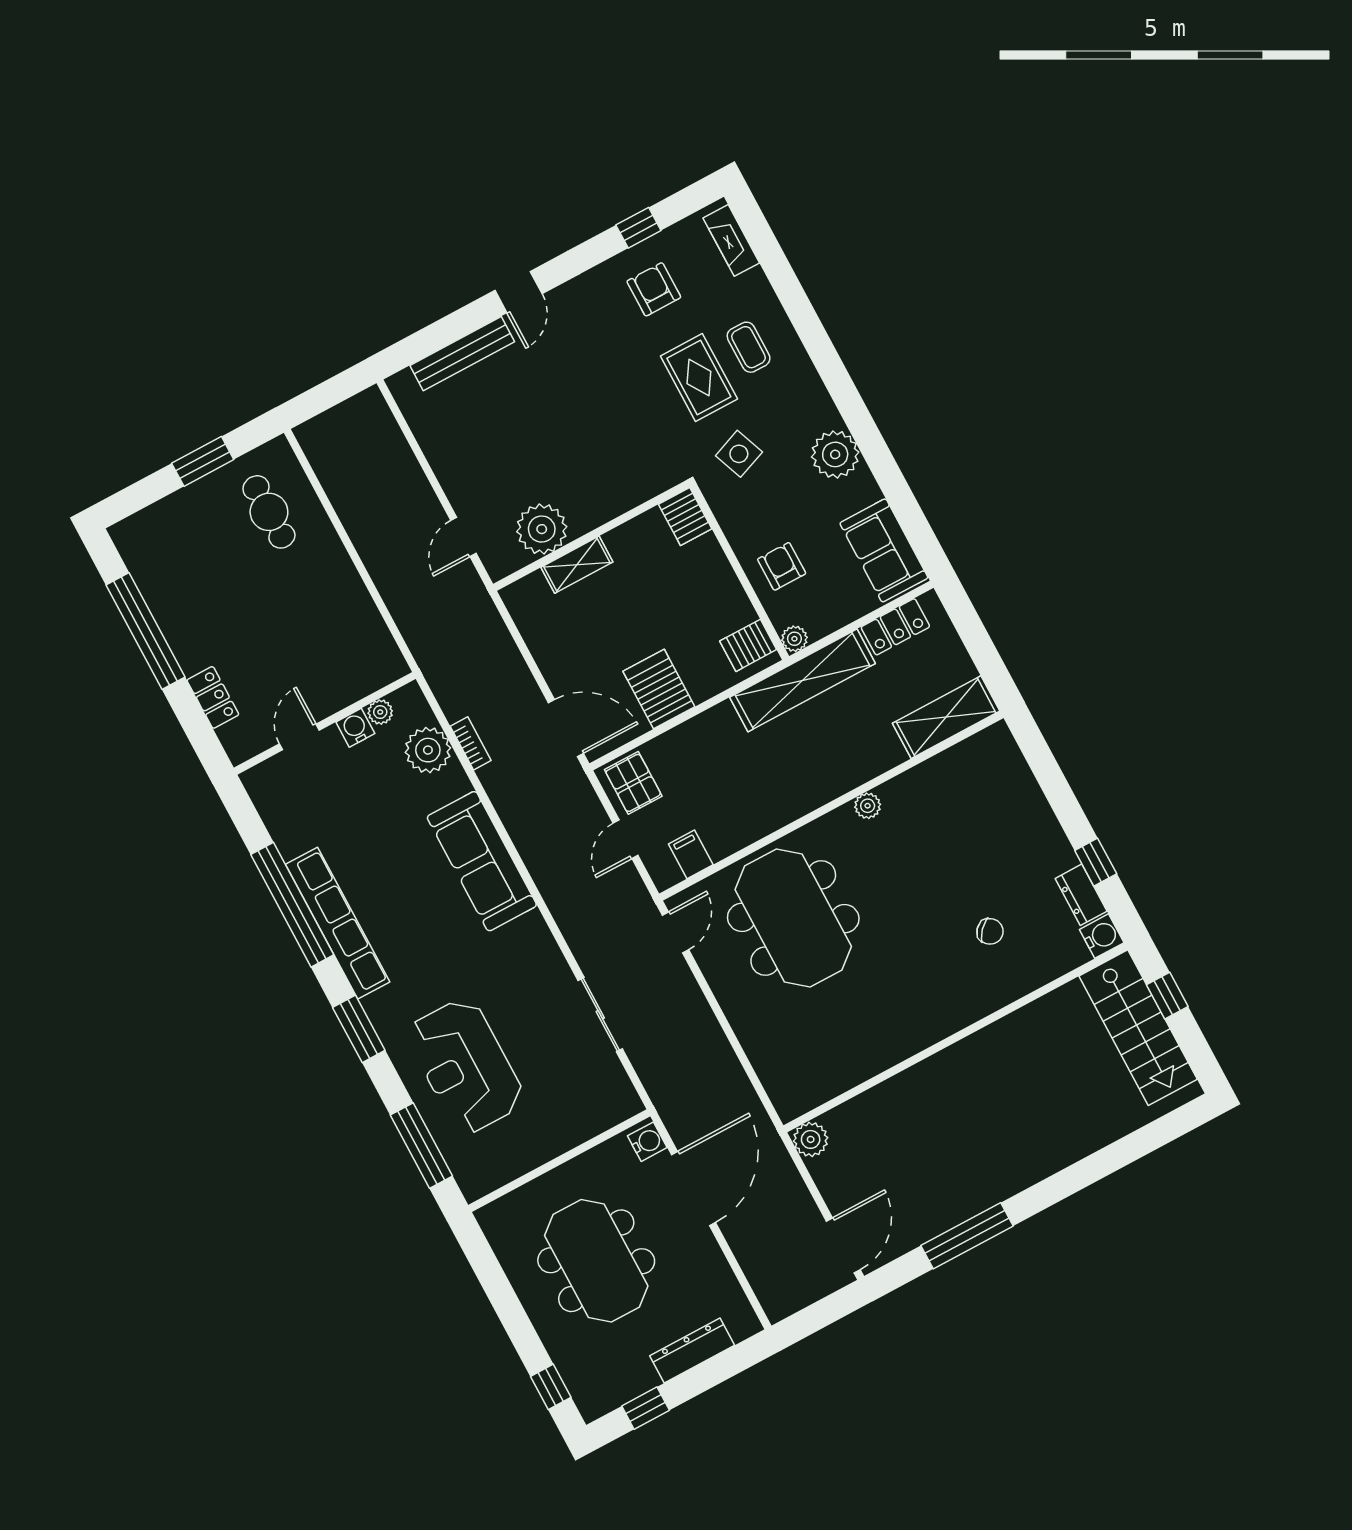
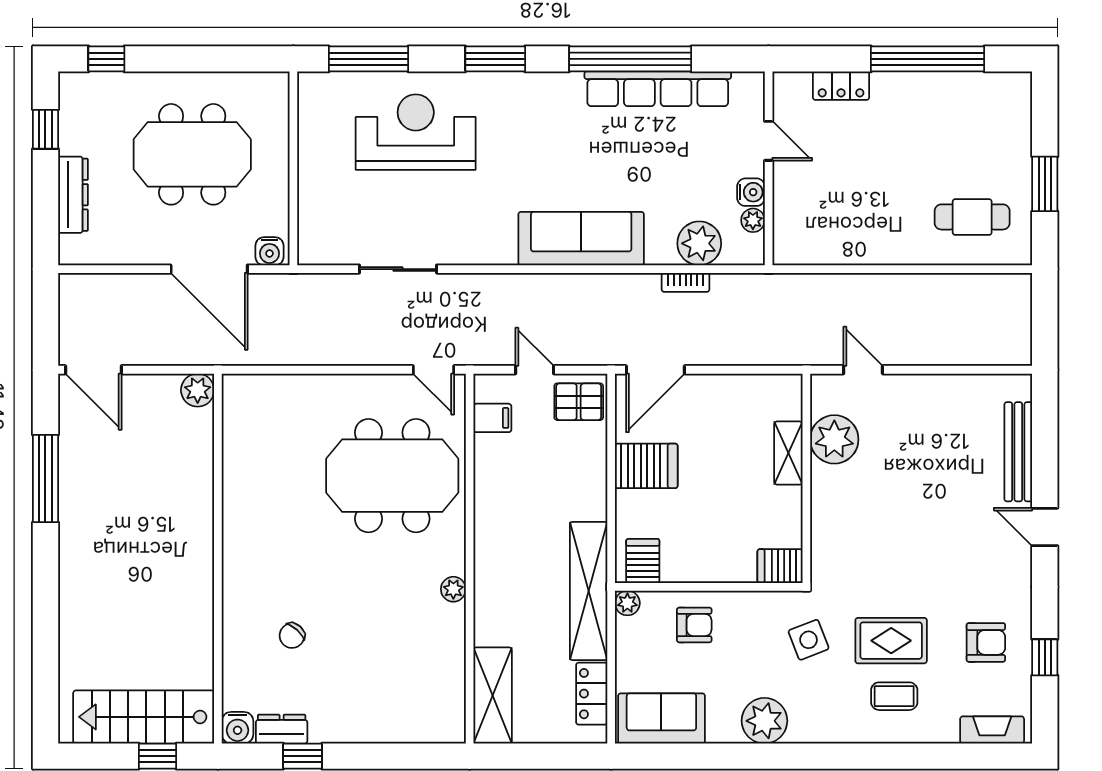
row of seats: (338, 923) -> (658, 89), moved

